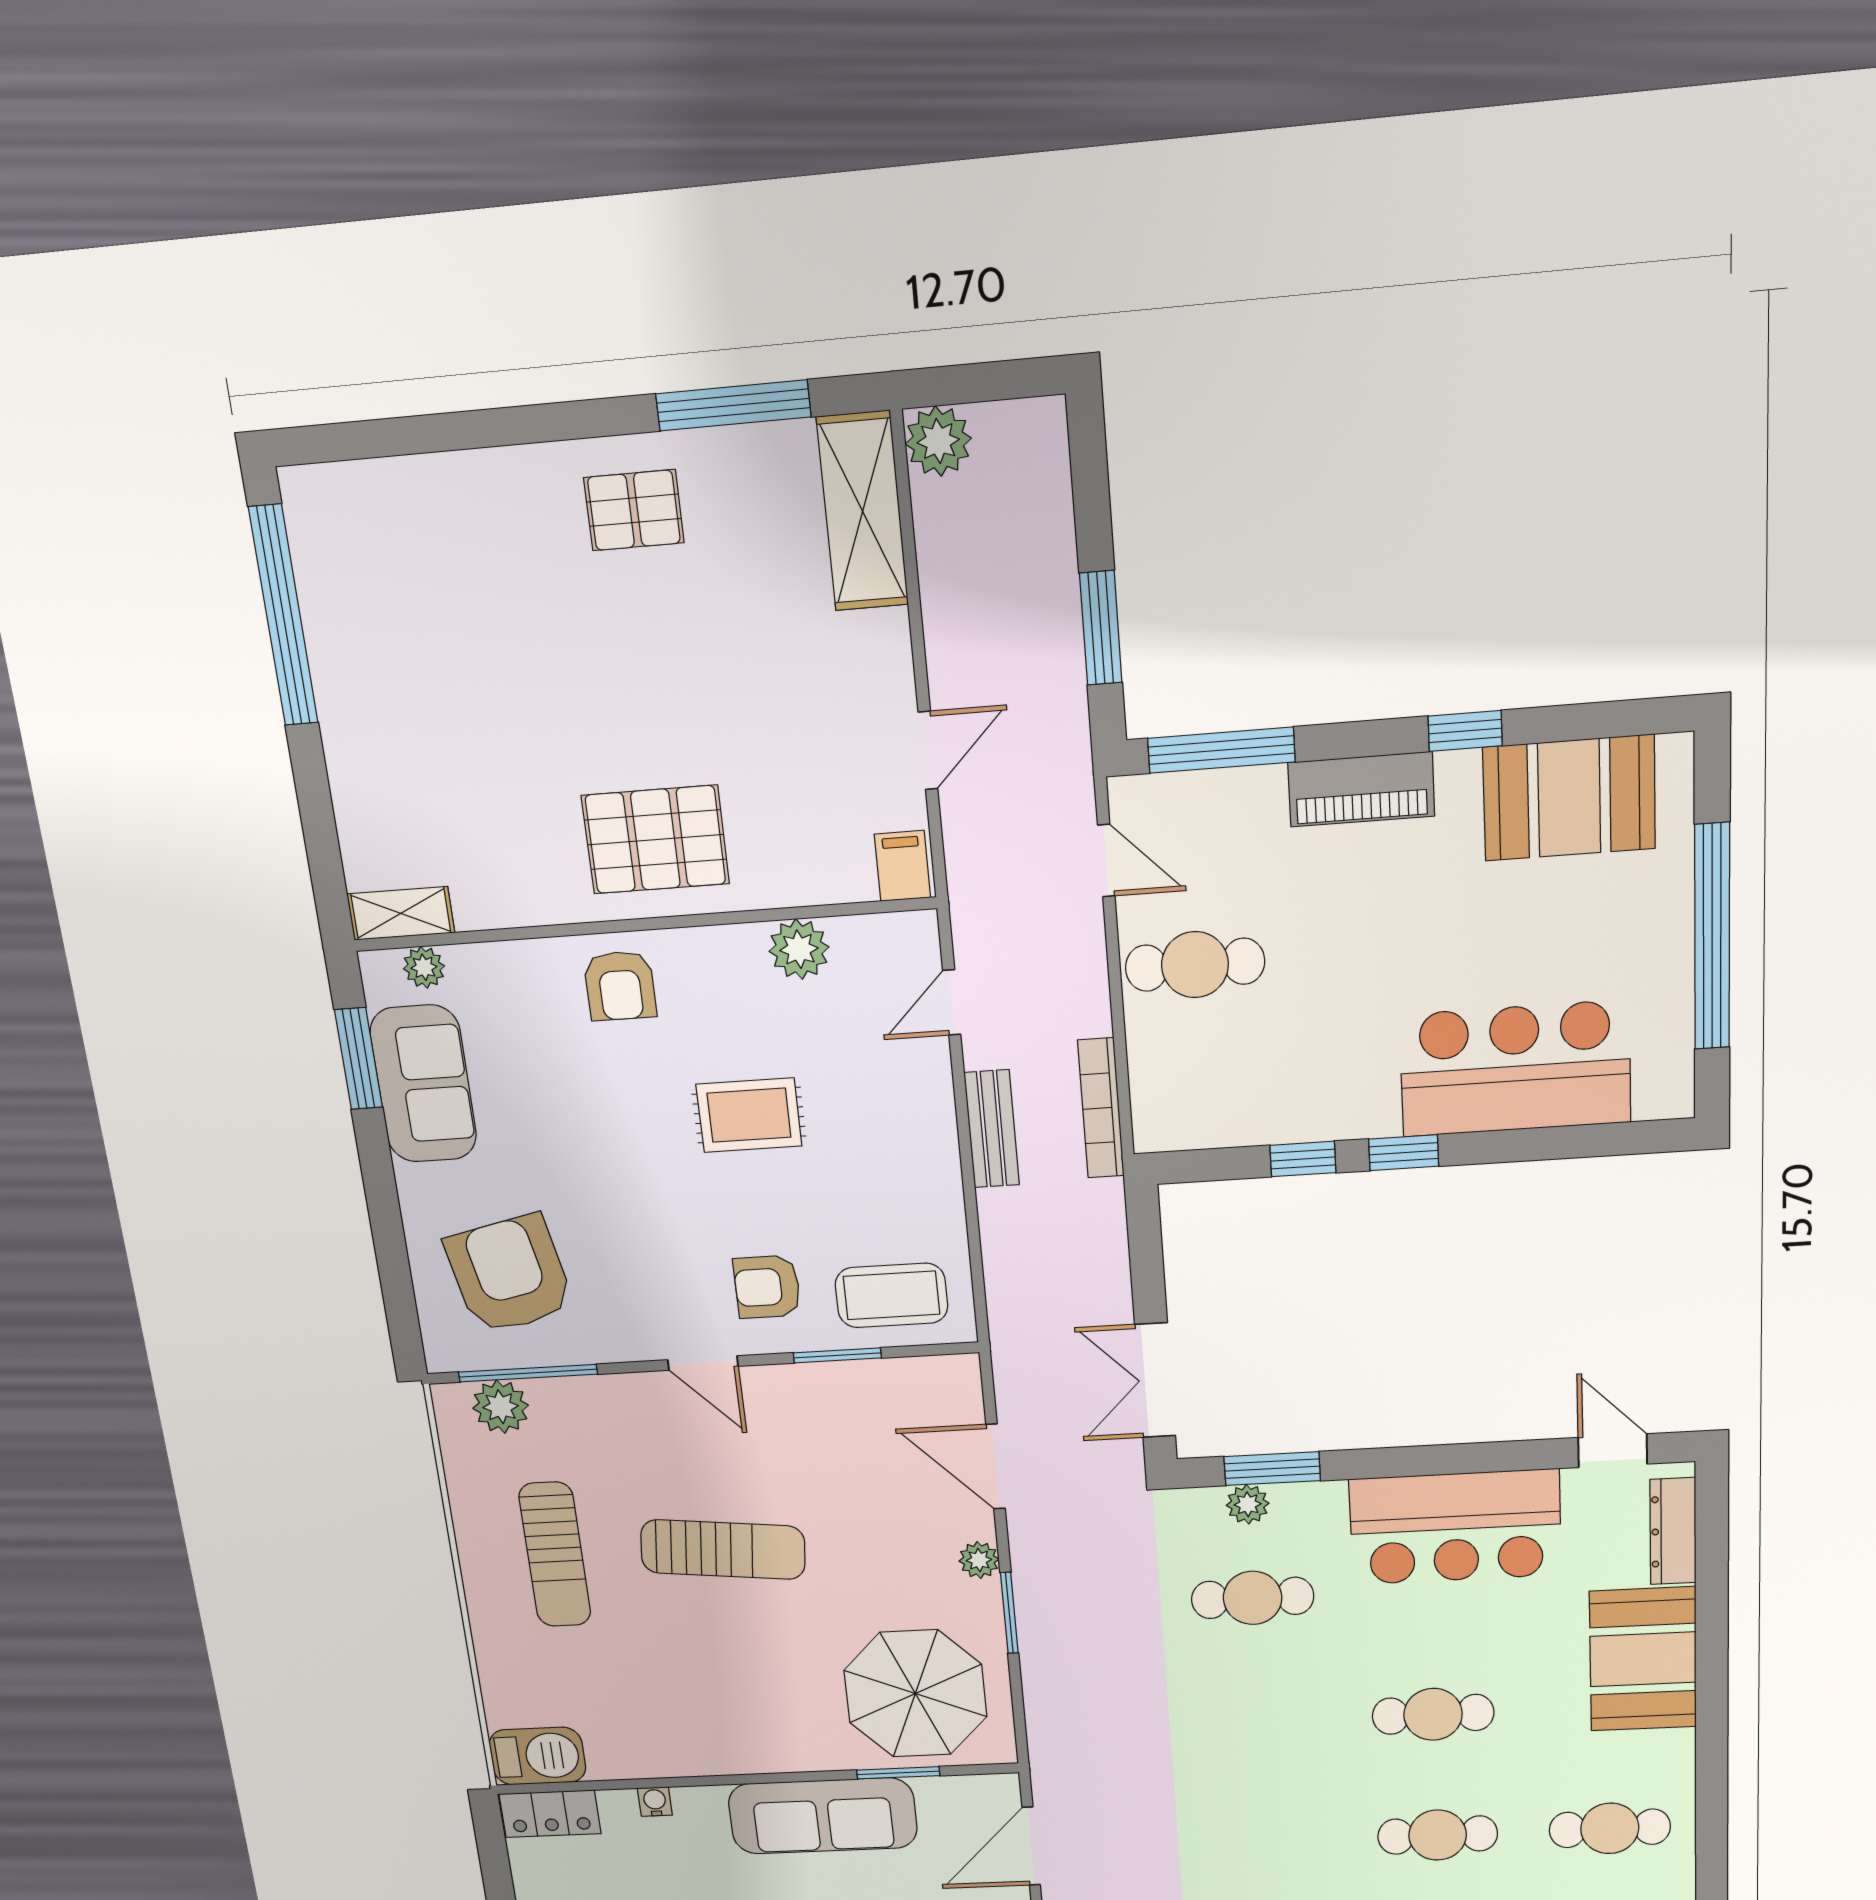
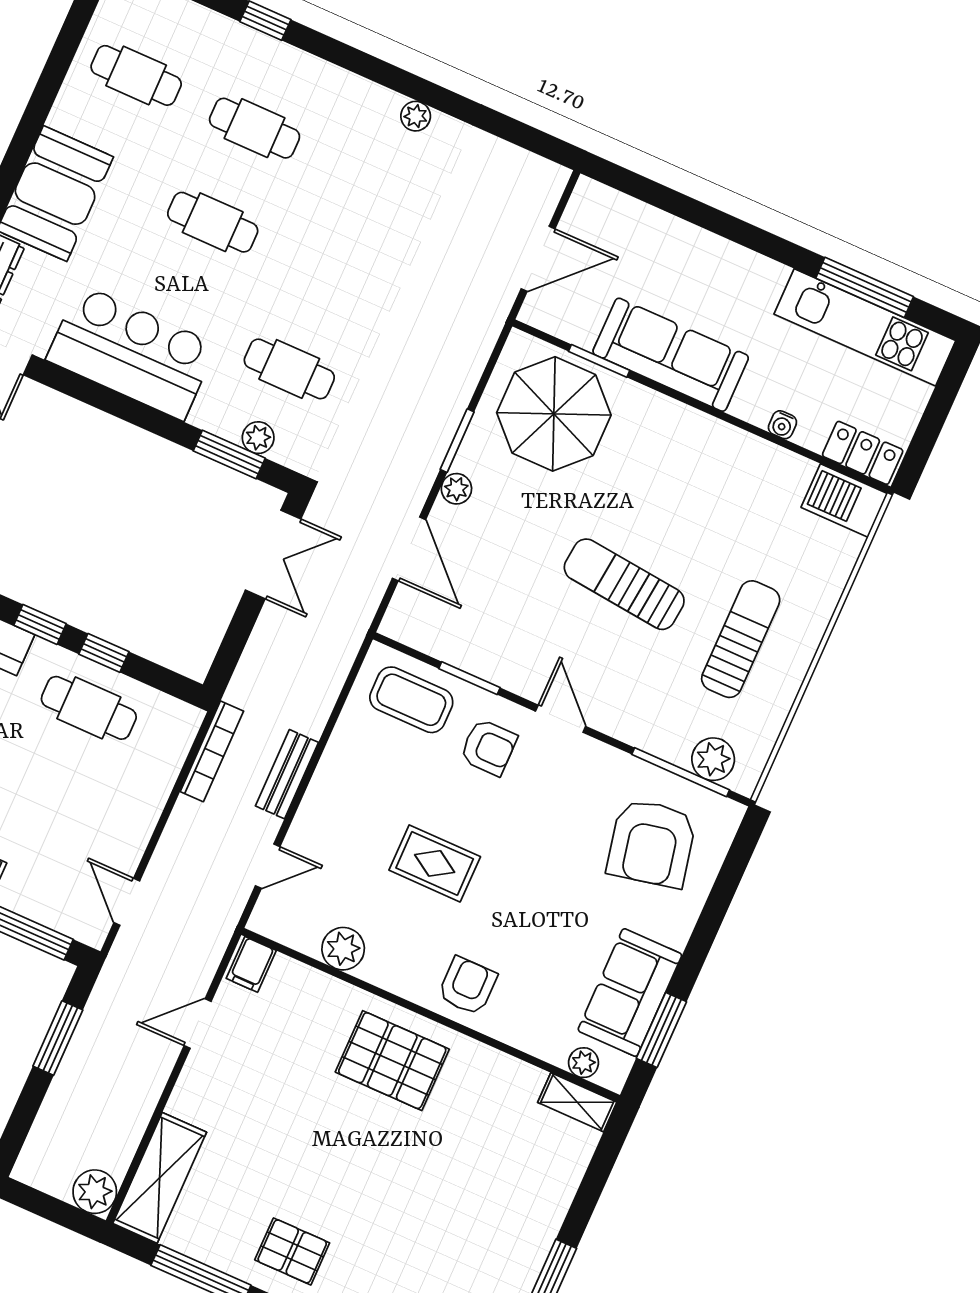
cafe table: (1195, 965) -> (89, 708), moved

